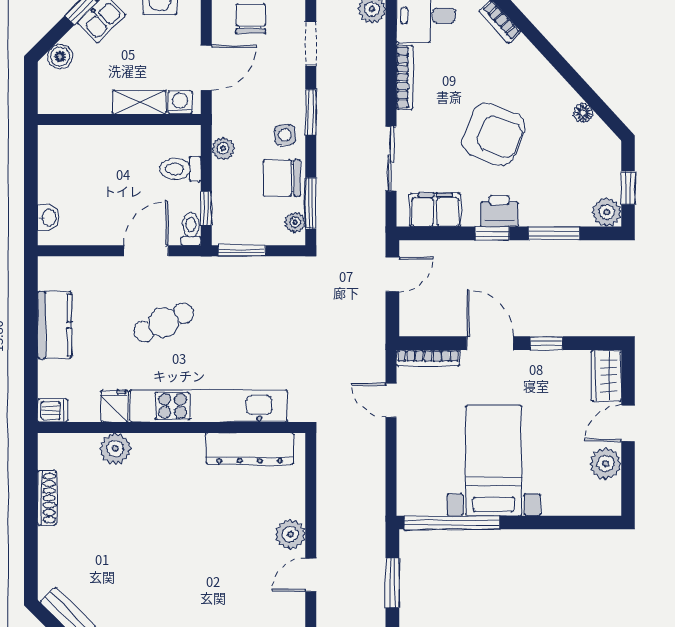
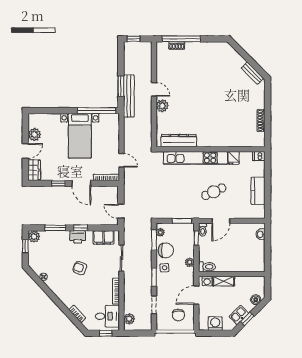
armchair: (494, 134) -> (80, 268), width x0.53, depth x0.53
toilet: (180, 169) -> (207, 267), moved
door: (392, 274) -> (121, 211), hinge flipped
plant: (115, 449) -> (233, 141), removed
bench: (373, 558) -> (129, 96), added
door: (311, 575) -> (154, 89), hinge flipped

